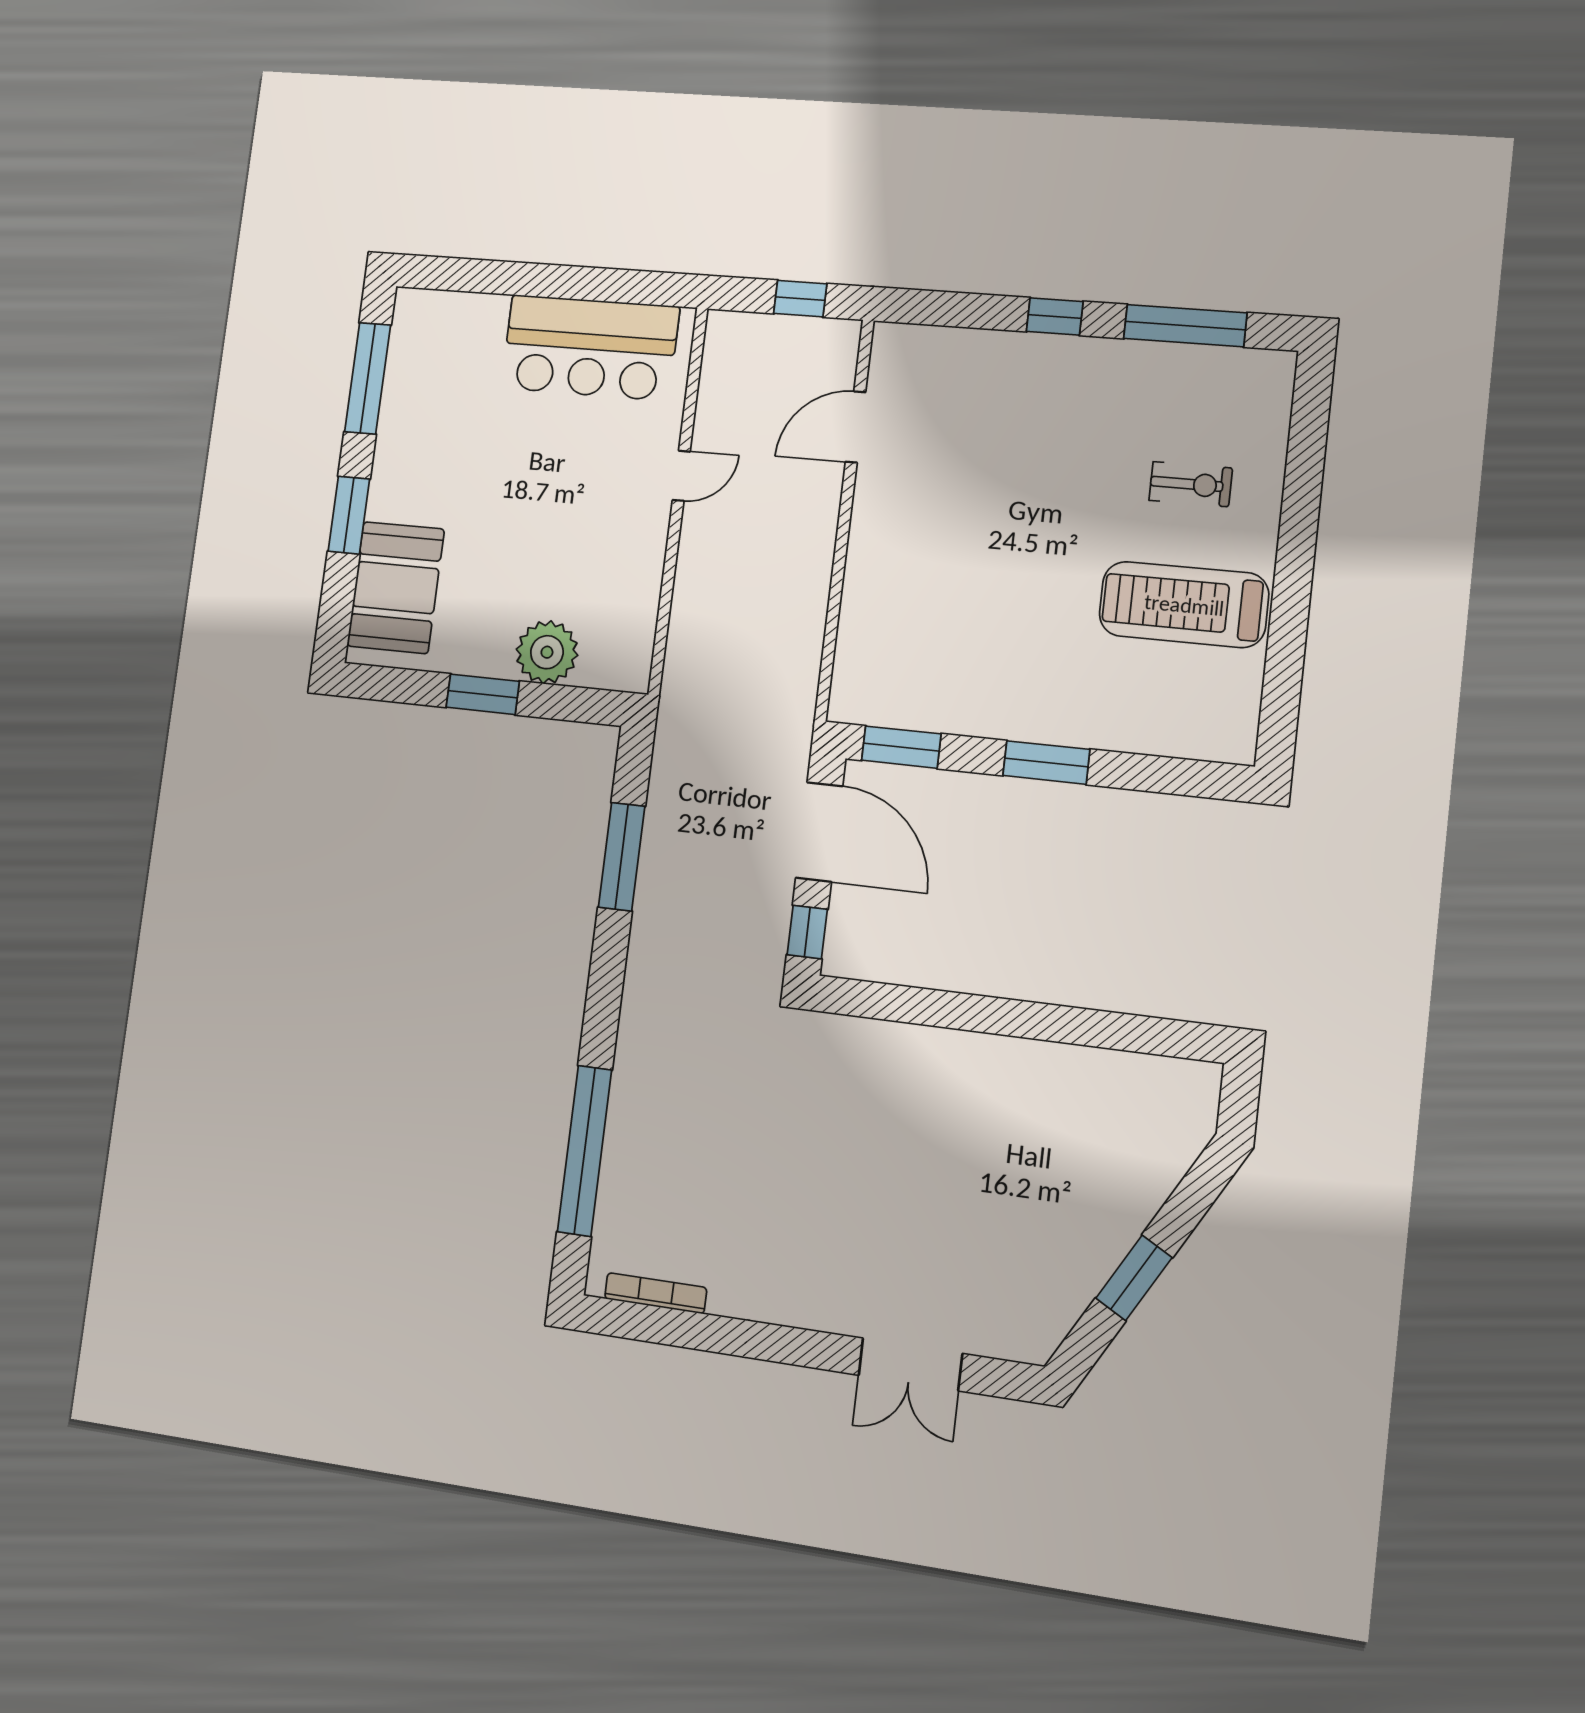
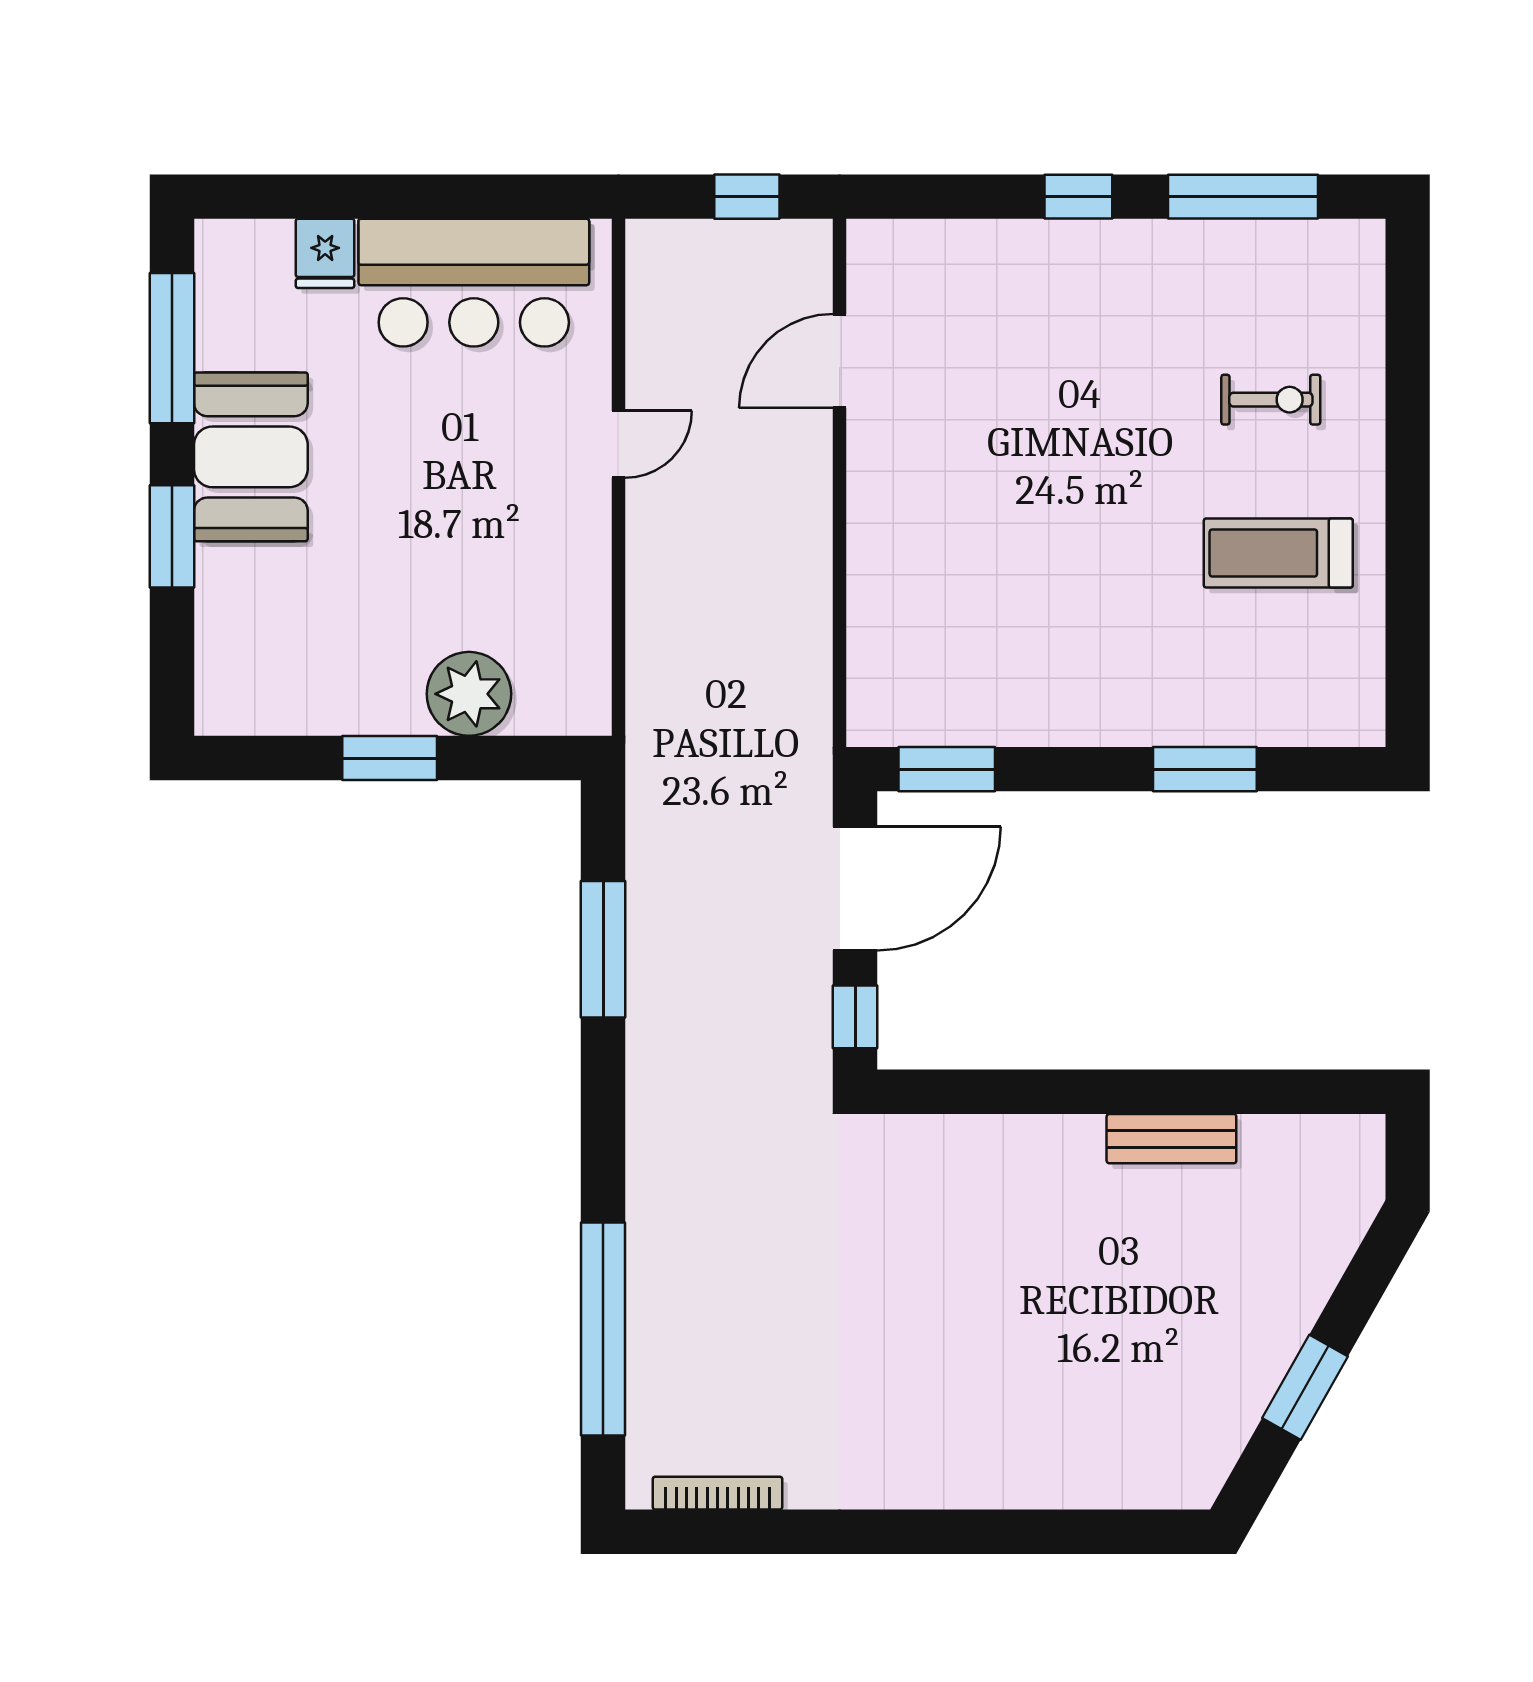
fridge: (485, 318) -> (325, 253), added
booth: (396, 588) -> (251, 457), moved
treadmill: (1184, 605) -> (1278, 553), width x0.73, depth x0.73
window: (1046, 762) -> (1205, 769), moved
door: (819, 832) -> (855, 888), hinge flipped
bench: (1047, 1060) -> (1171, 1139), added
double door: (910, 1364) -> (1047, 1532), removed

